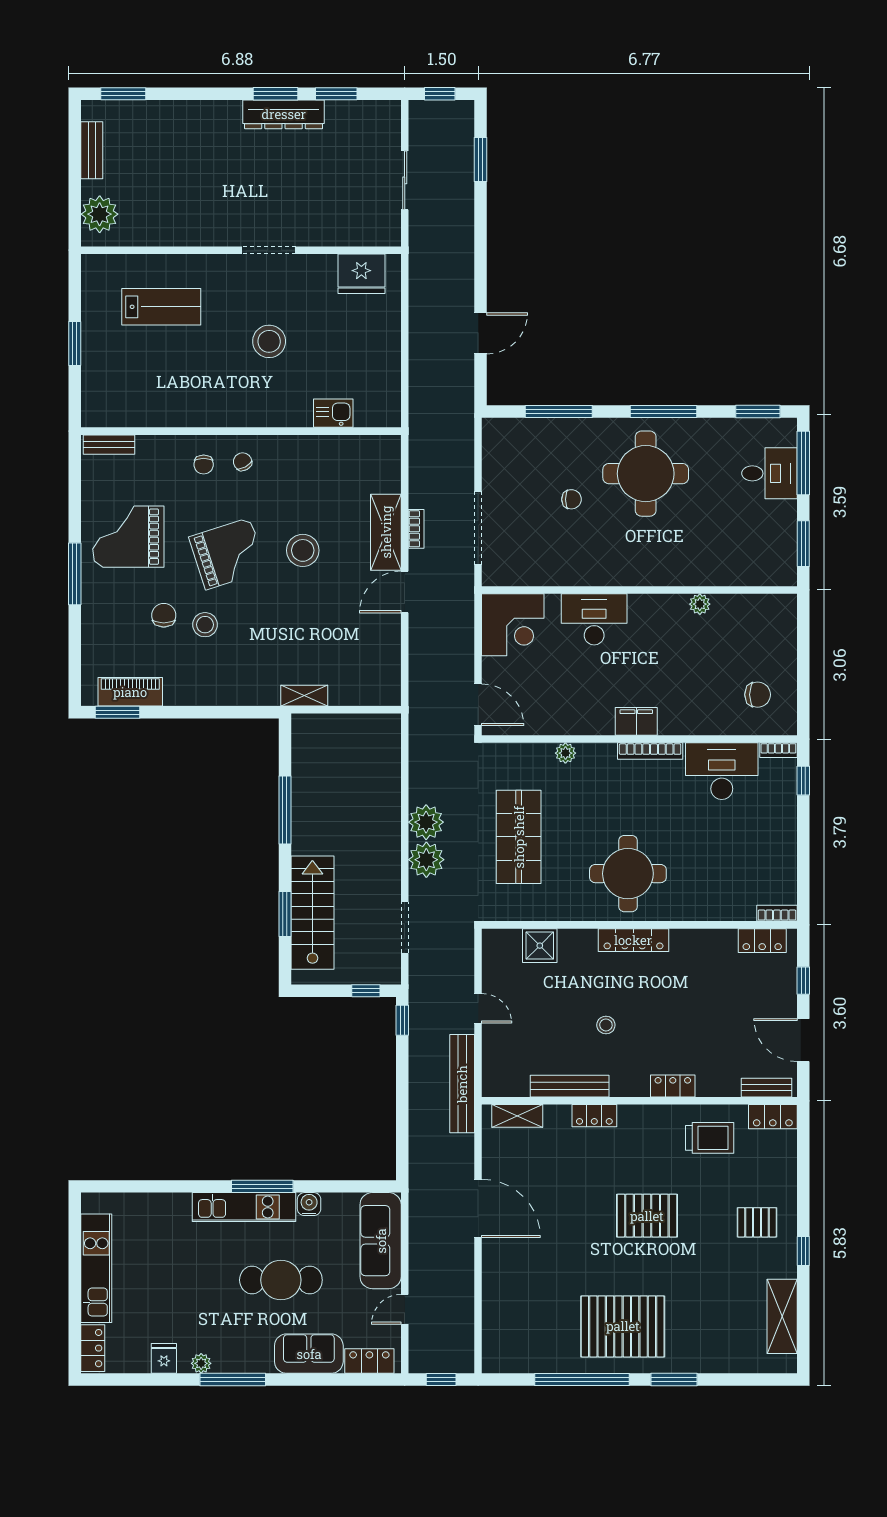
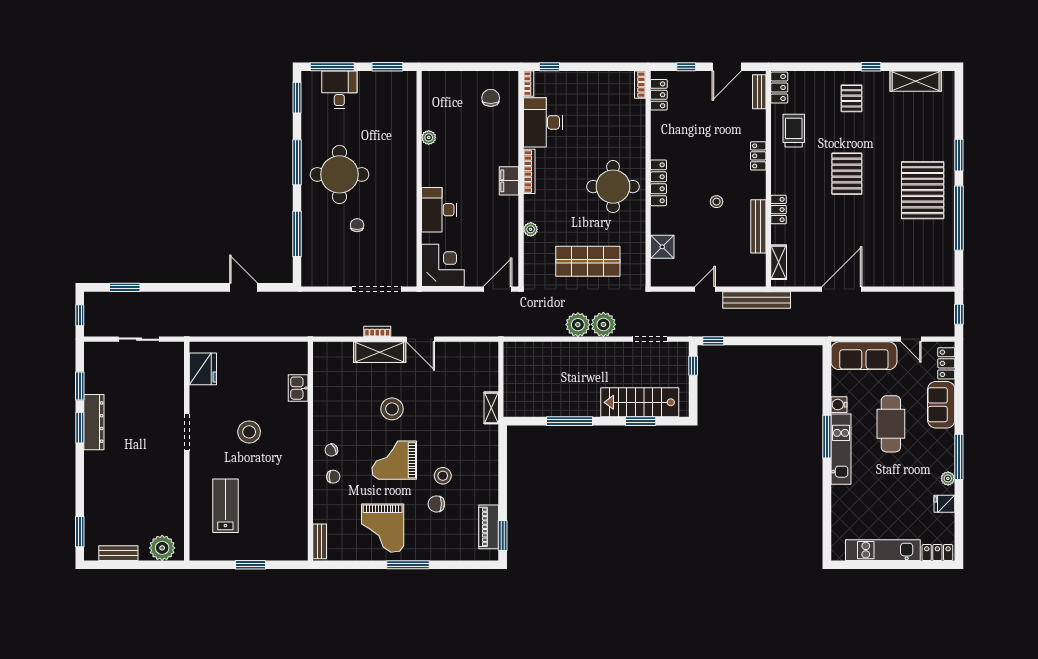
grand piano: (228, 554) -> (394, 460), turned -72

